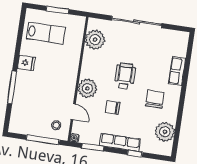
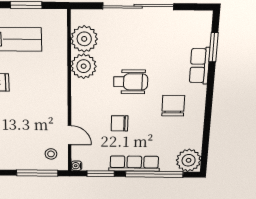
window: (188, 59) -> (213, 47), added
wheelchair: (125, 76) -> (131, 82), turned 90
plant: (87, 88) -> (84, 66), moved
plant: (165, 132) -> (189, 160), moved
window: (135, 154) -> (154, 174), width x3.17

